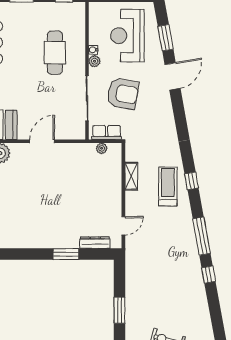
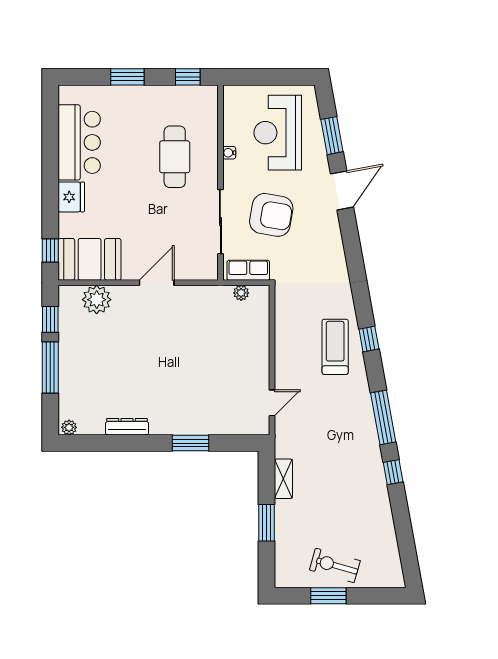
plant: (95, 61) -> (231, 169), removed
shelving: (131, 176) -> (283, 479), moved
dresser: (95, 243) -> (127, 427), moved

